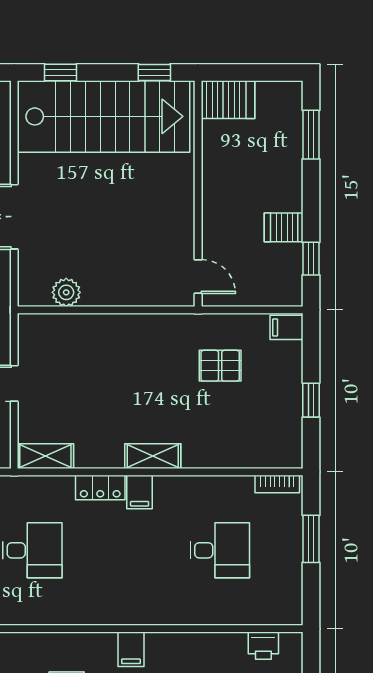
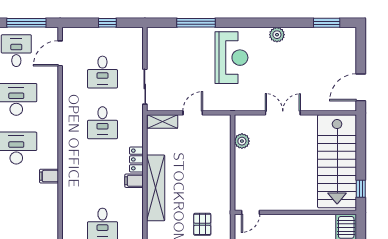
window: (60, 72) -> (361, 138), removed
shelving: (45, 456) -> (162, 122), moved, turned 90
shelving: (153, 456) -> (156, 188), width x2.20, depth x1.33

